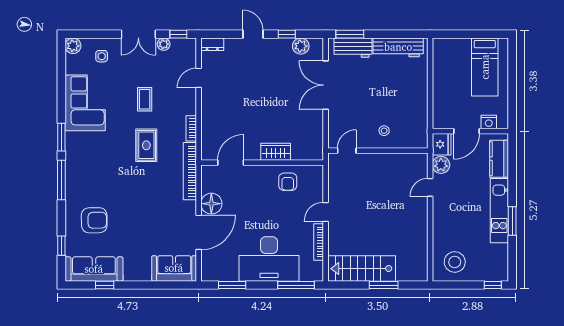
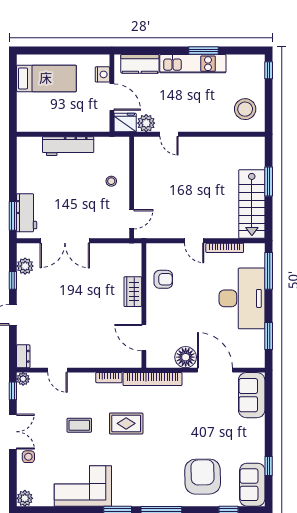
plant: (164, 44) -> (23, 379), moved
workbench: (398, 47) -> (68, 146), moved, turned 90
side table: (102, 56) -> (28, 457), moved
door: (347, 151) -> (132, 219), swing flipped
armchair: (94, 220) -> (203, 477), width x1.36, depth x1.36
sofa: (94, 269) -> (252, 485), width x0.73

